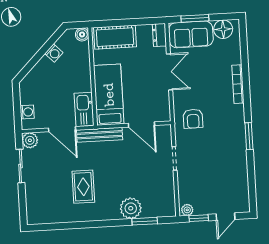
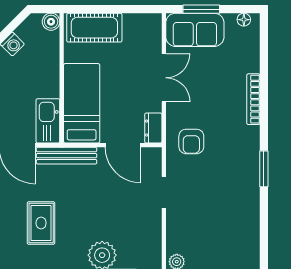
floor lamp: (223, 29) -> (244, 20), width x0.53, depth x0.53
dresser: (159, 35) -> (153, 128), moved

